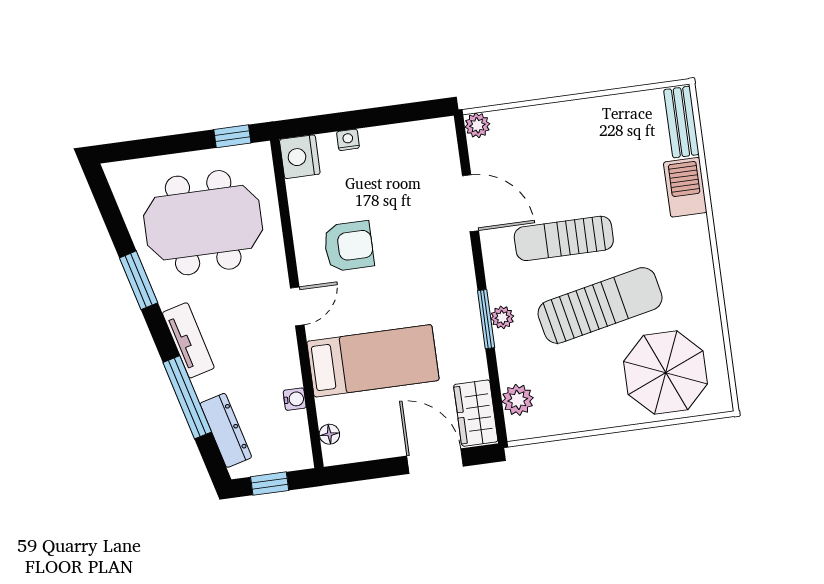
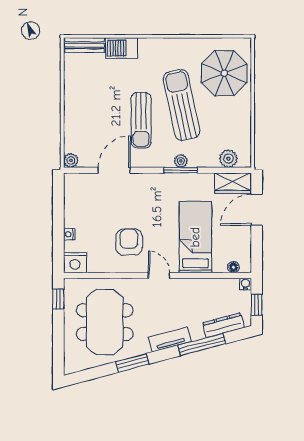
water cooler: (295, 399) -> (245, 284), moved

